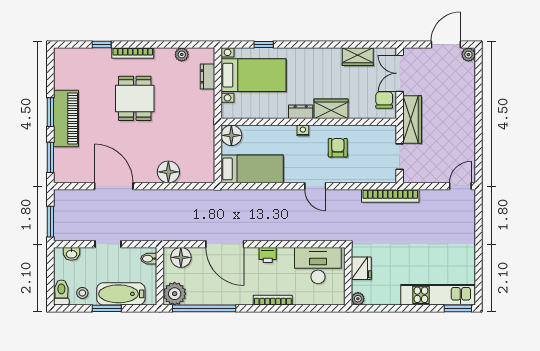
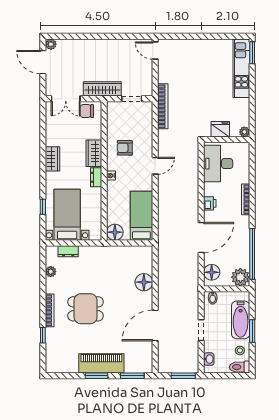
wardrobe: (358, 57) -> (52, 159), moved

